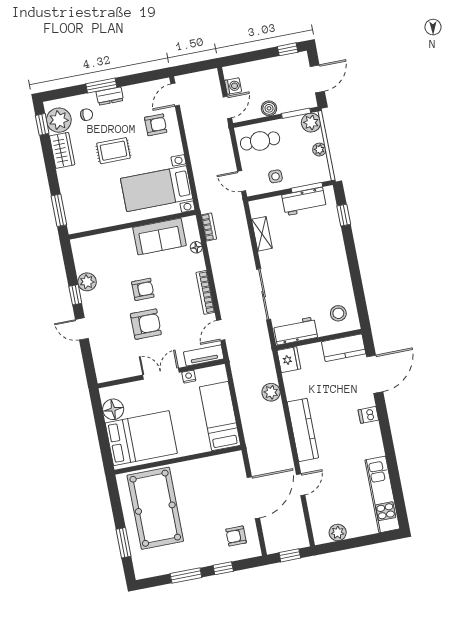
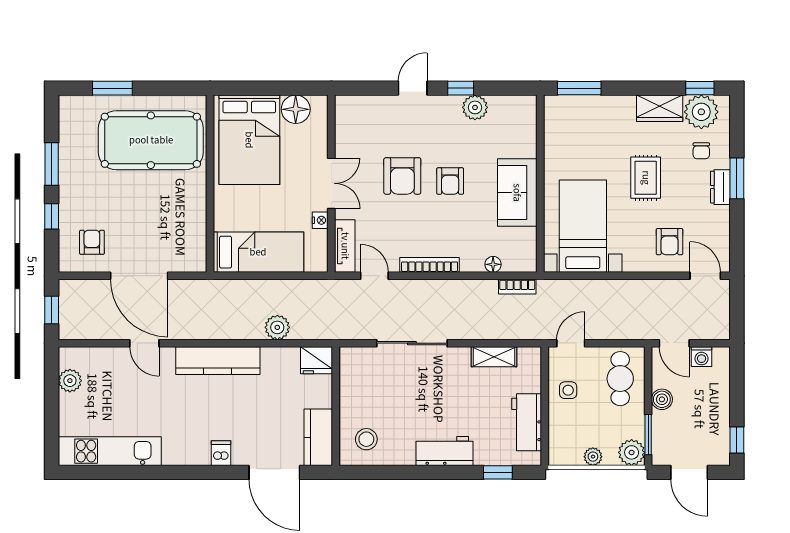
window: (307, 188) -> (545, 430), removed
sofa: (159, 237) -> (517, 193), moved
workbench: (295, 331) -> (445, 451), moved, turned -90

